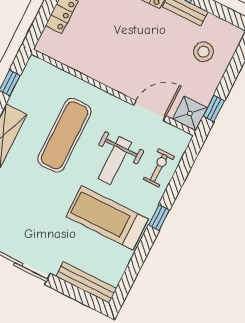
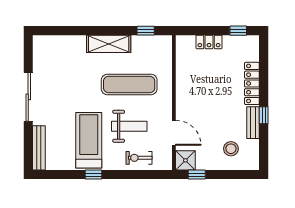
weight bench: (115, 161) -> (129, 126), turned 180
exercise bike: (159, 168) -> (139, 158), turned 180
window: (159, 218) -> (93, 175), moved

